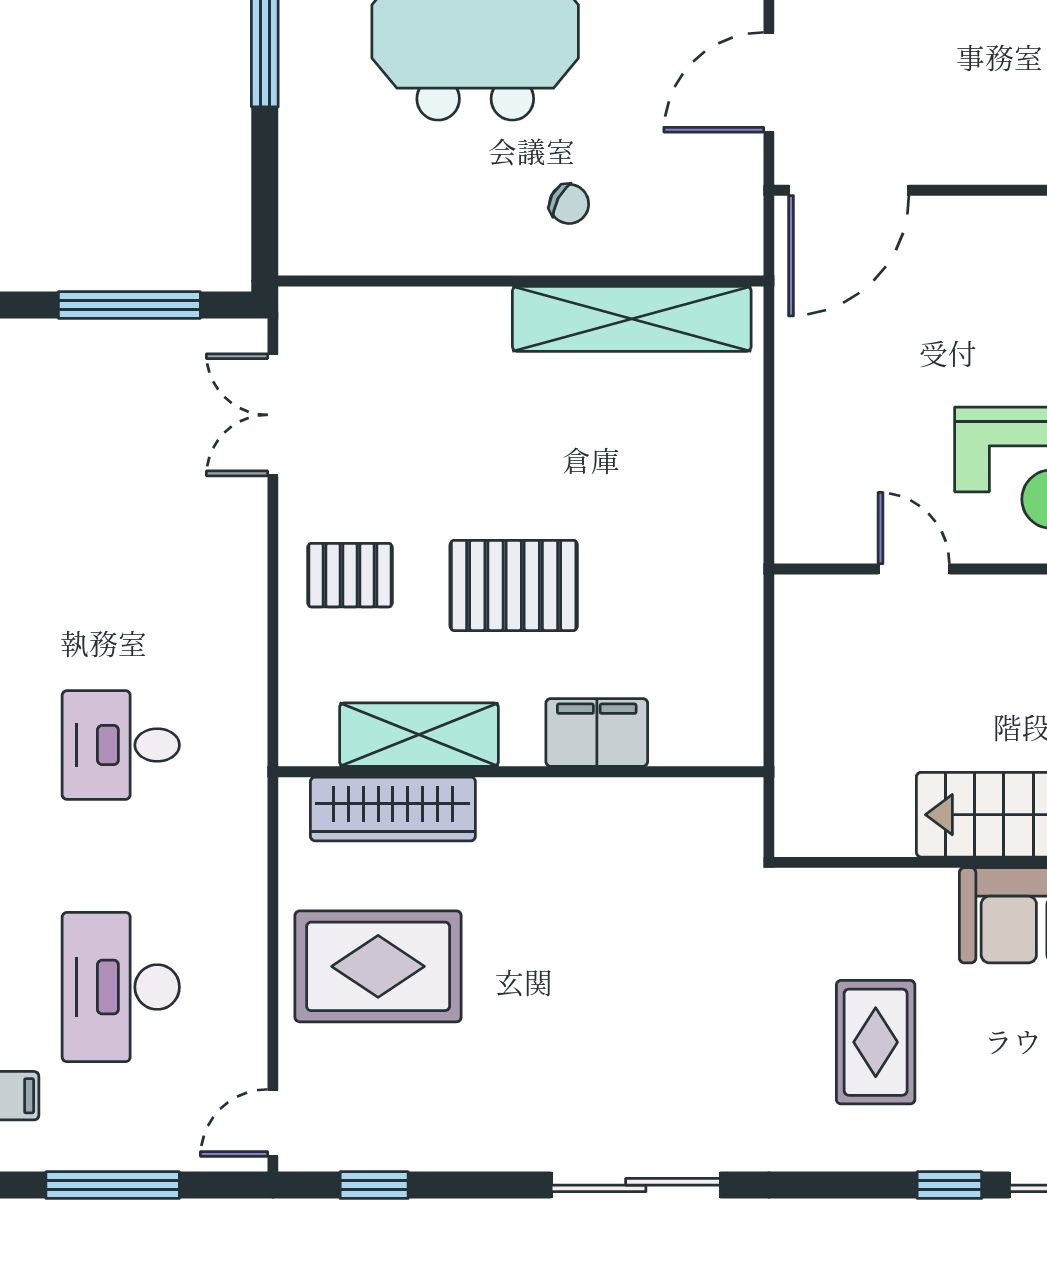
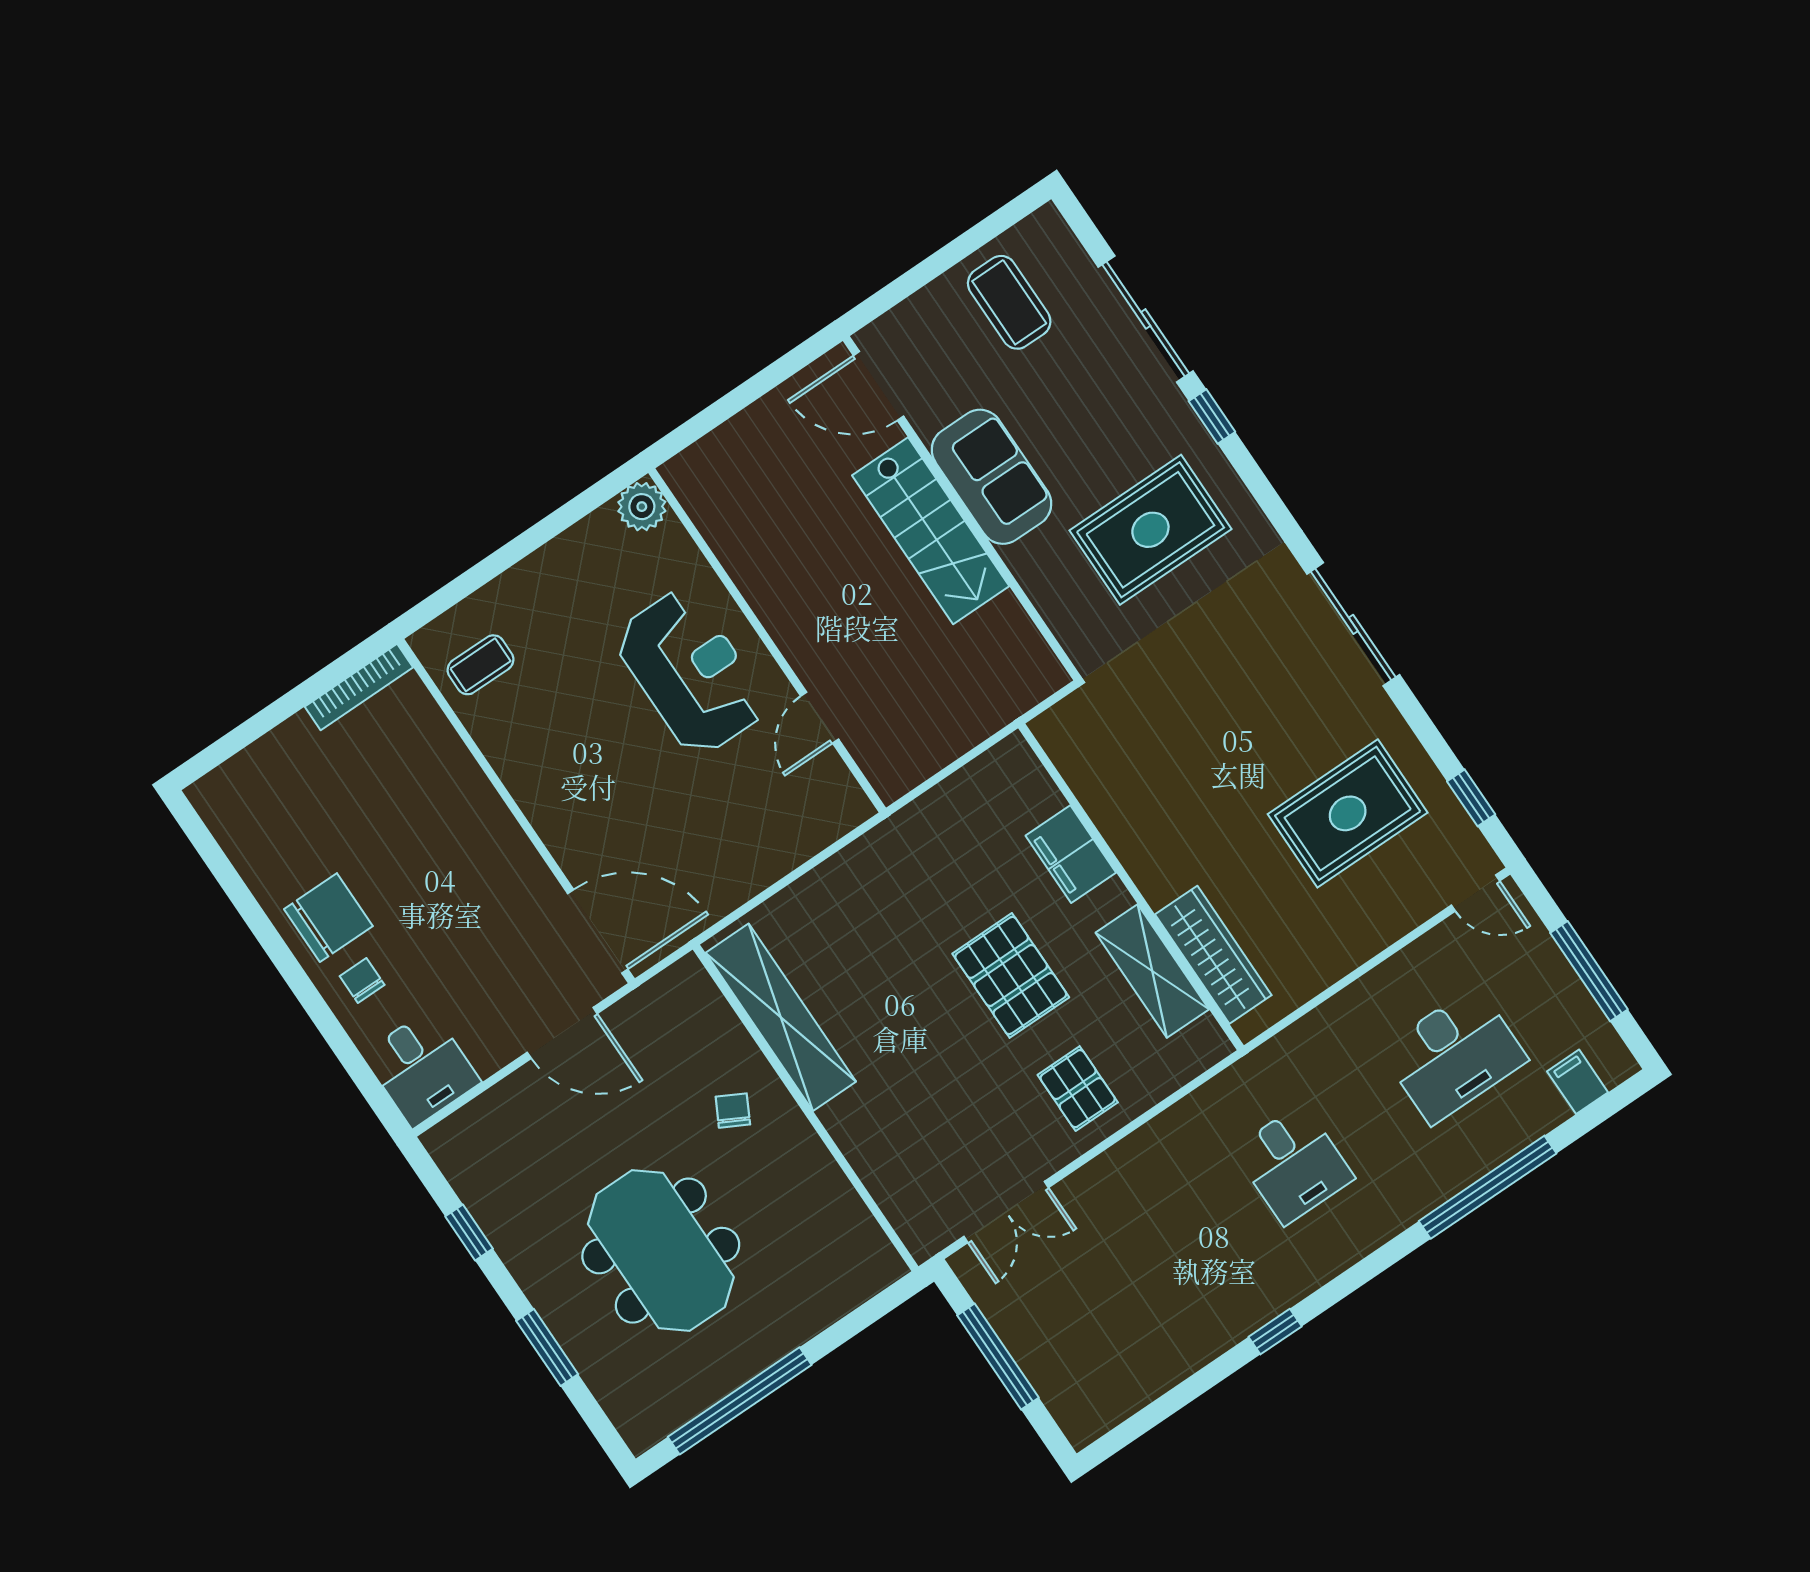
rug: (378, 966) -> (1348, 813), moved, turned 90
rug: (876, 1042) -> (1150, 530), width x1.36, depth x1.43

